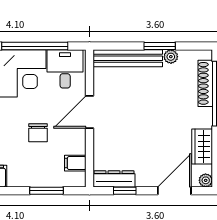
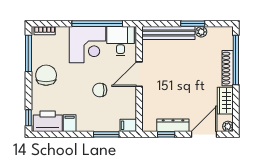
shoe rack: (205, 83) -> (228, 68), moved
chair: (38, 133) -> (100, 90), turned 90
filing cabinet: (75, 163) -> (128, 125), moved
dresser: (114, 179) -> (173, 125), moved

